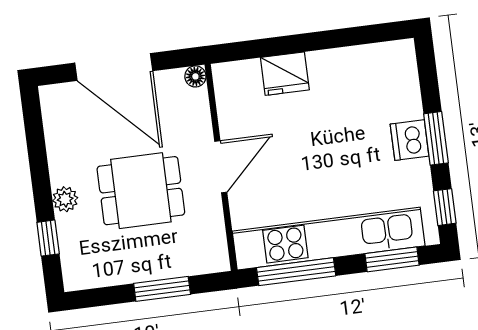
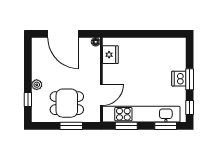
fridge: (285, 74) -> (110, 55), moved, turned -90
door: (221, 167) -> (101, 95), moved
dining table: (141, 191) -> (67, 103), moved
window: (296, 272) -> (126, 126), width x0.69

